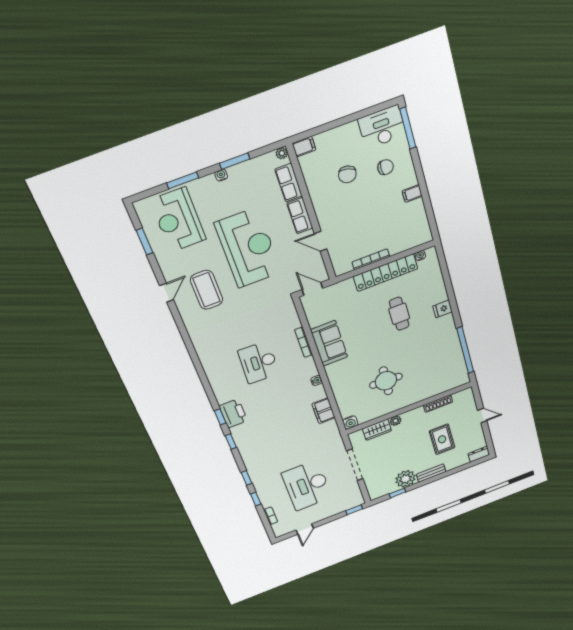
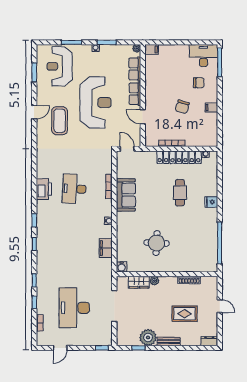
chair: (347, 174) -> (182, 107), moved
printer: (233, 413) -> (44, 189), moved
rug: (442, 439) -> (185, 314), turned 90

